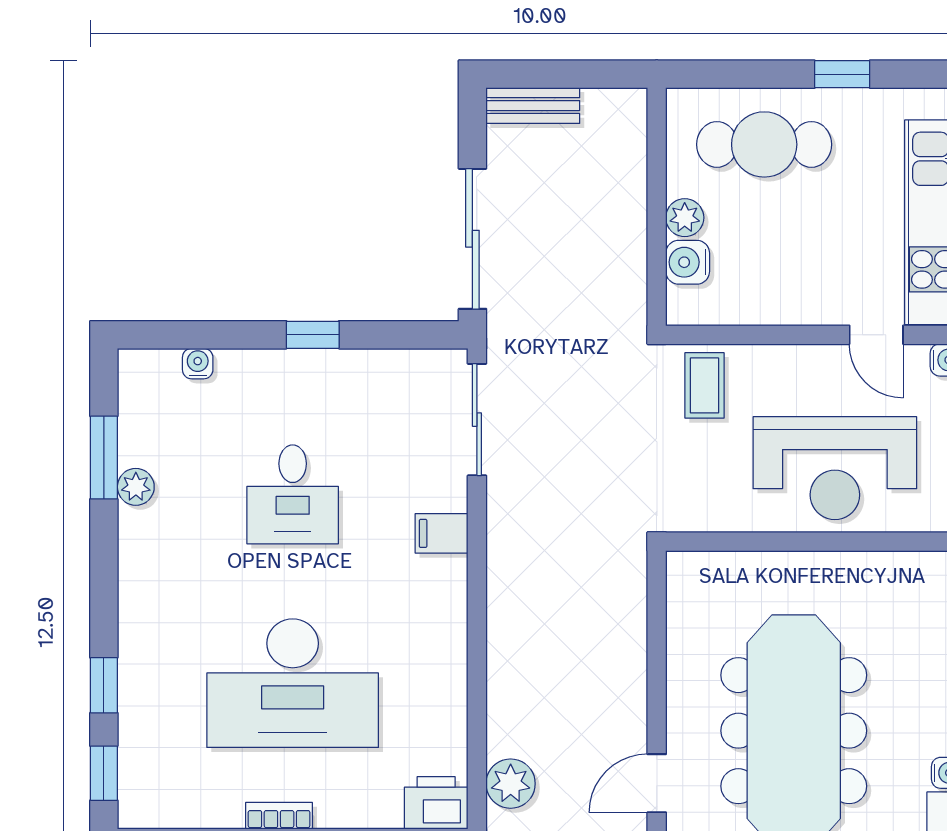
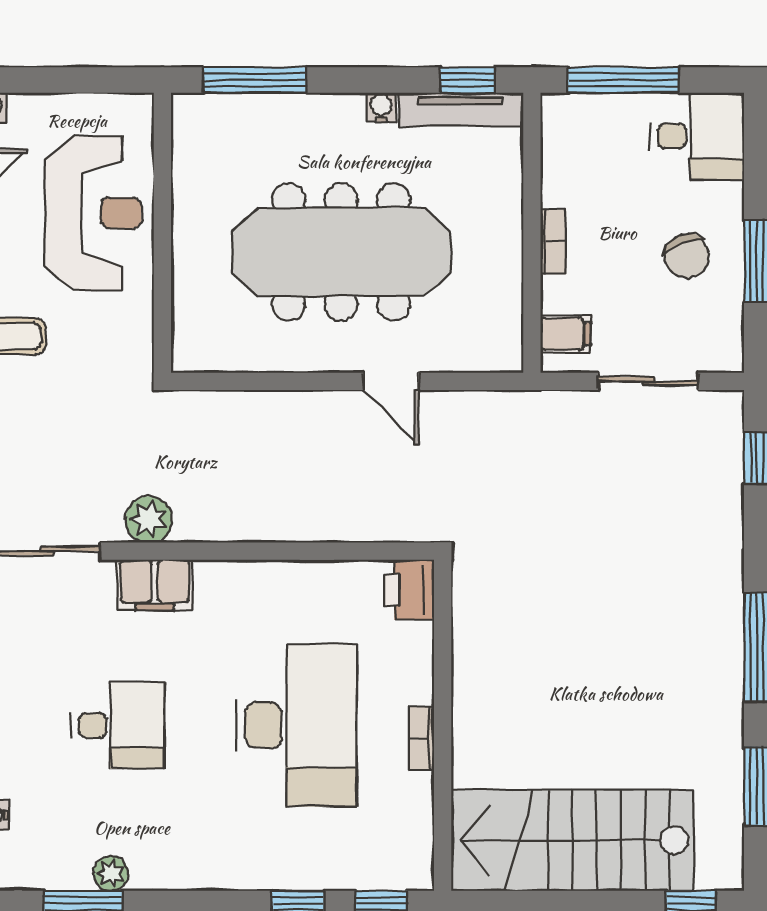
filing cabinet: (442, 533) -> (155, 585), width x2.00
plant: (511, 784) -> (149, 519), moved

